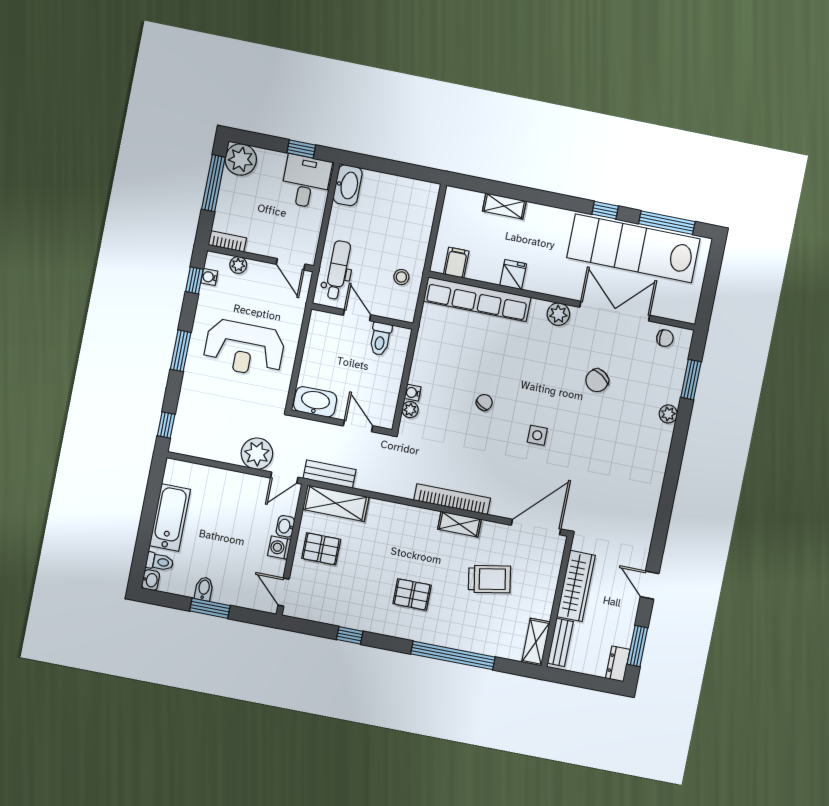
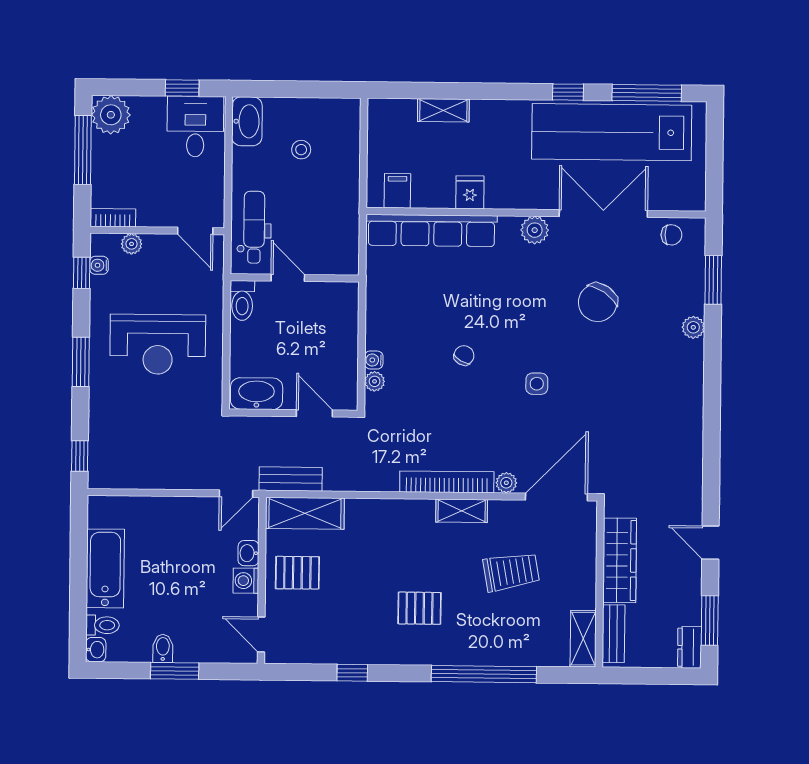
stool: (401, 277) -> (301, 150), moved
toilet: (380, 339) -> (242, 301), moved
chair: (597, 380) -> (598, 302), width x1.37, depth x1.37
plant: (257, 454) -> (506, 483), moved, width x0.53, depth x0.53

